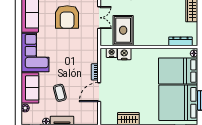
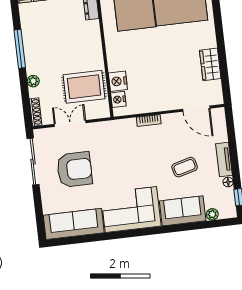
door: (99, 92) -> (196, 109), moved

